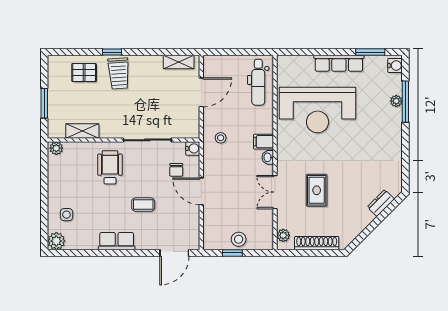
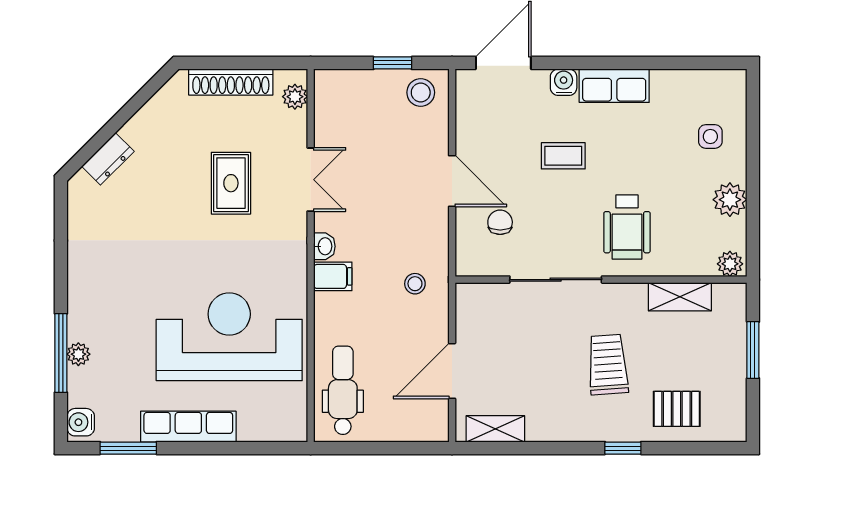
trolley: (119, 73) -> (608, 365), moved
water cooler: (193, 148) -> (564, 82), moved, turned 90
stool: (239, 239) -> (421, 92), moved
plant: (56, 241) -> (730, 200), moved

